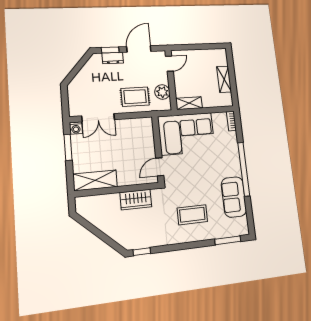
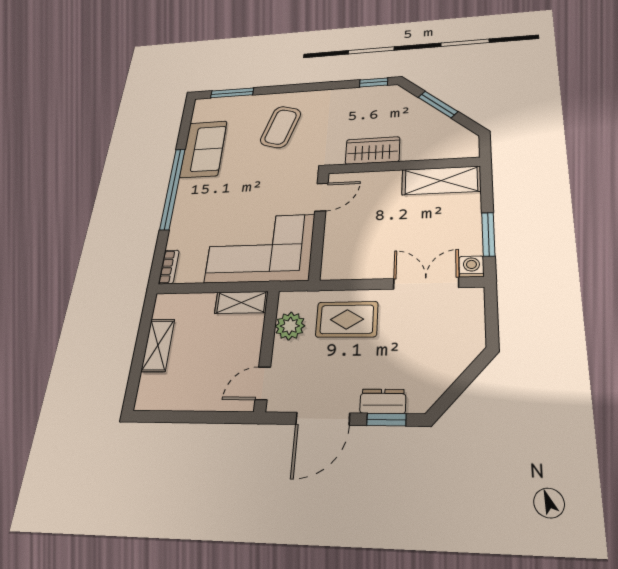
coffee table: (192, 215) -> (281, 127), turned -73
window: (101, 235) -> (438, 104), added

